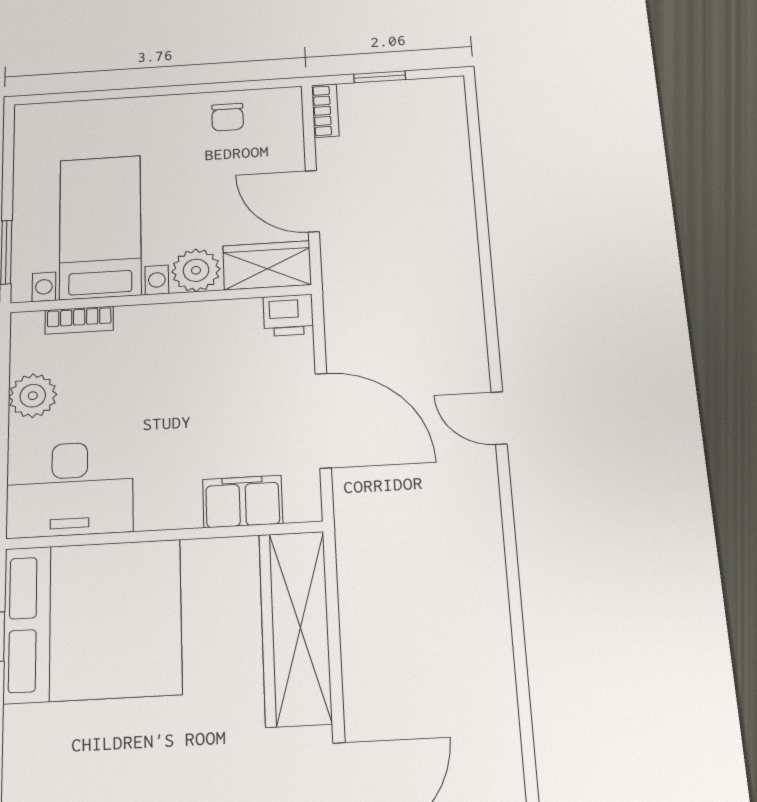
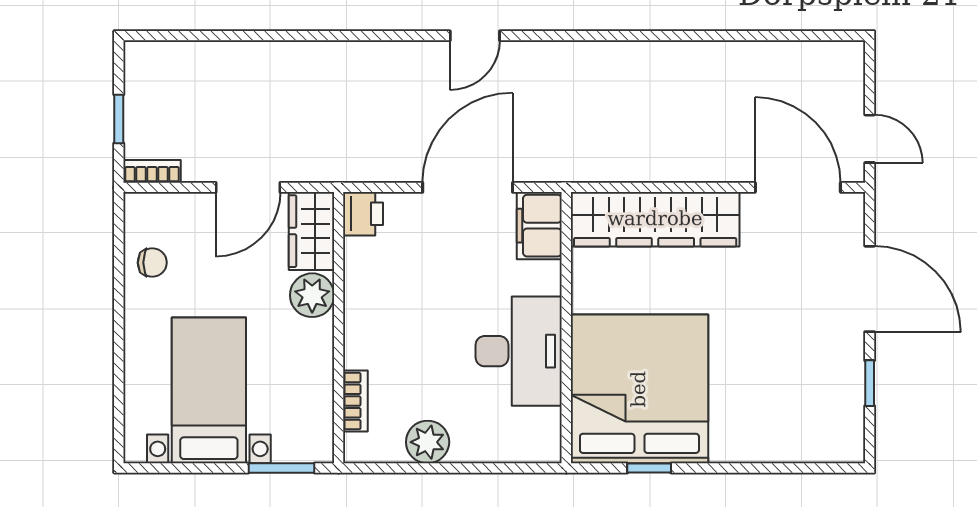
bed with nightstands: (100, 227) -> (209, 390), moved, turned 90
desk: (70, 489) -> (519, 351), moved
filing cabinet: (243, 501) -> (539, 226), moved

